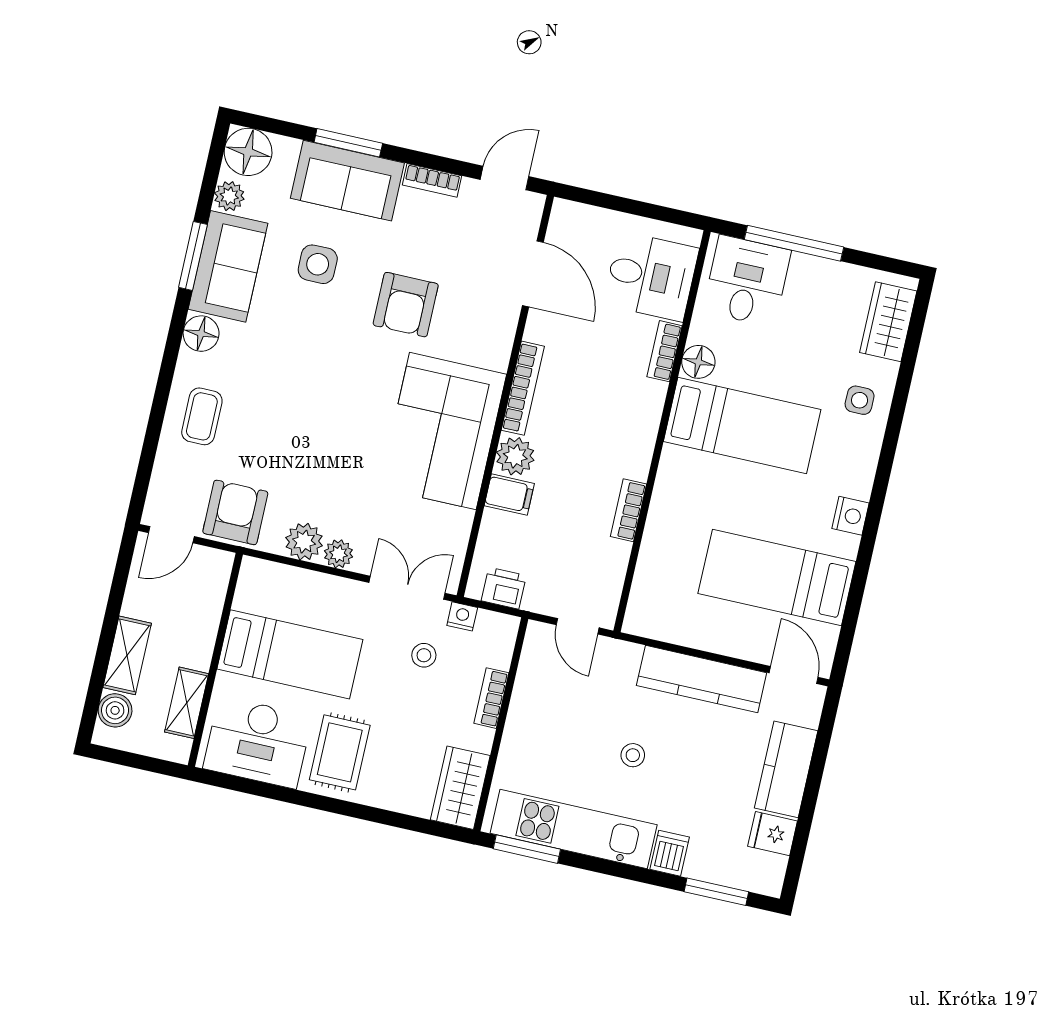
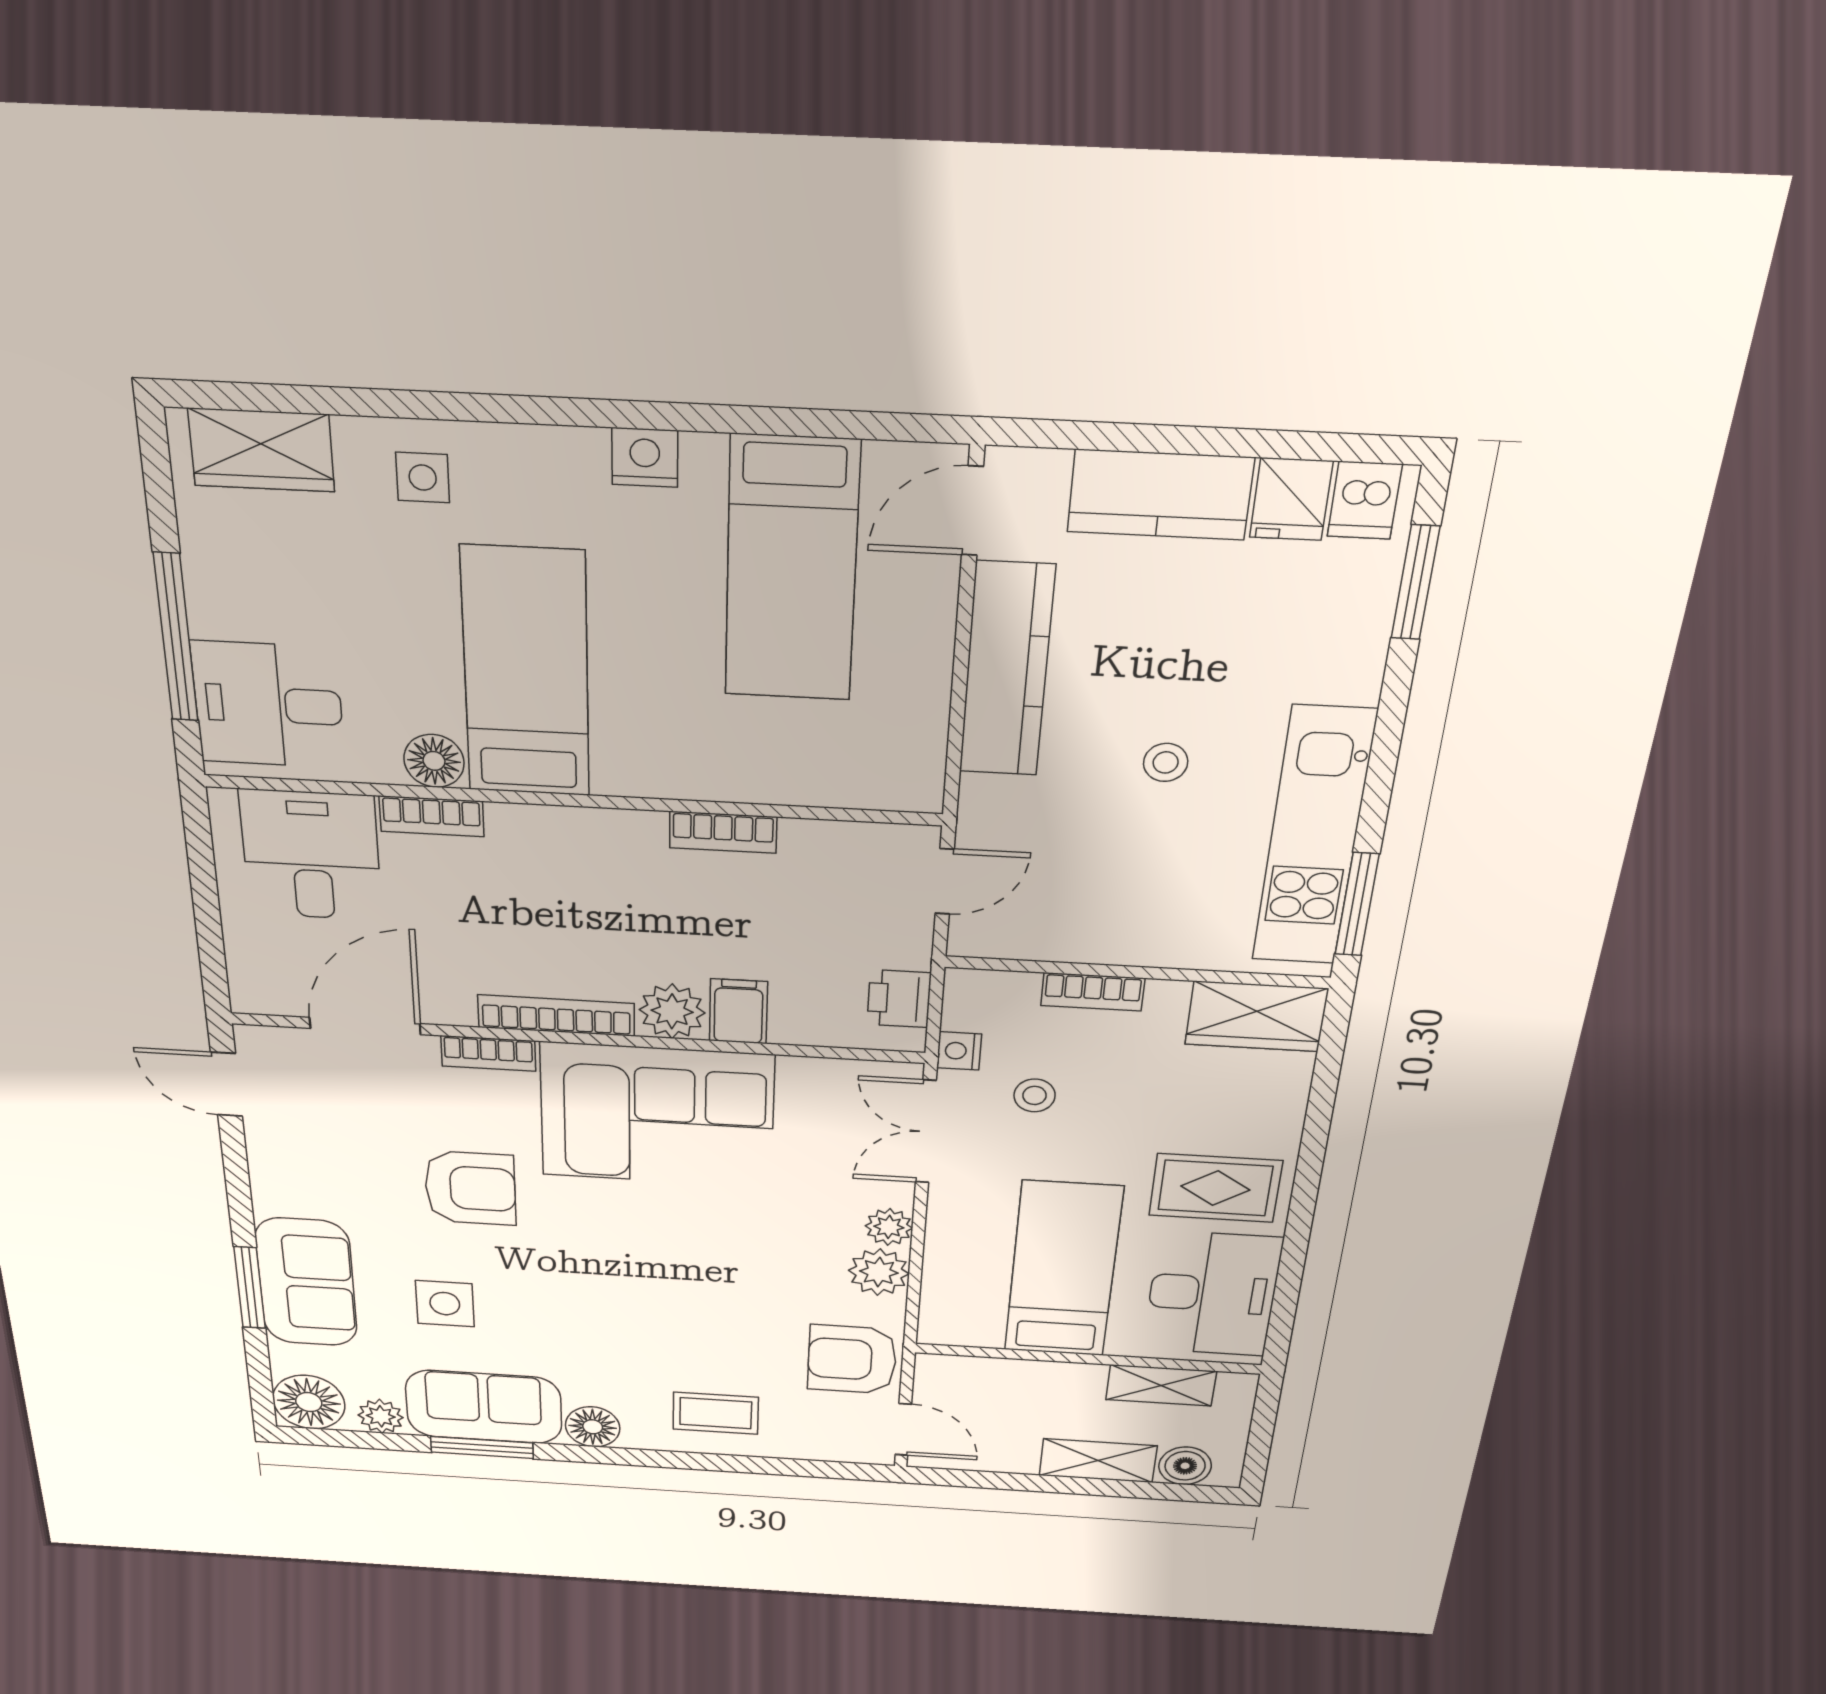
bookcase: (432, 180) -> (488, 1053), moved, turned 90
dishwasher: (670, 853) -> (1365, 500), moved, turned -90

